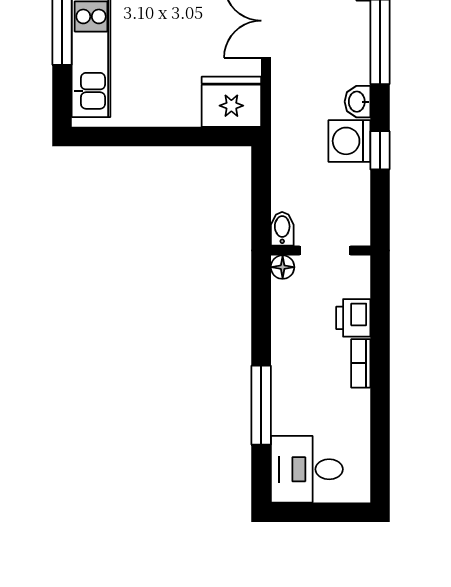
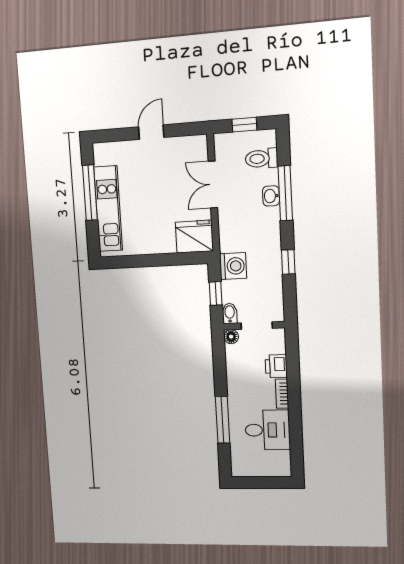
washbasin: (358, 102) -> (271, 196), moved
washing machine: (349, 141) -> (233, 266), moved, turned 180
window: (261, 196) -> (216, 294), added
desk: (307, 469) -> (267, 430), moved, turned 180

